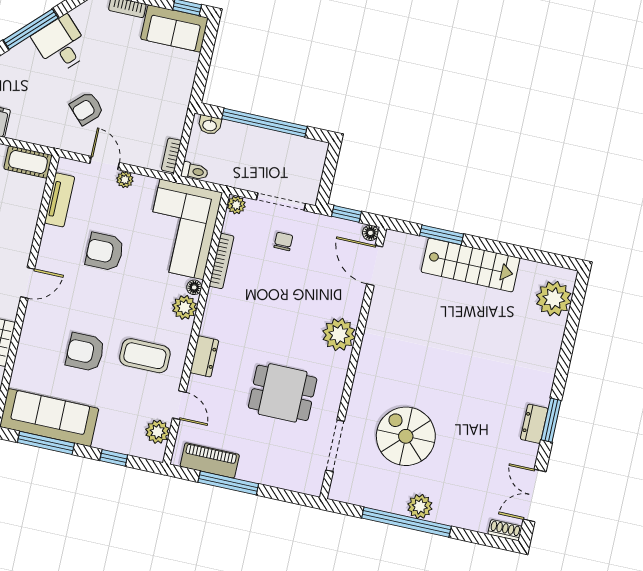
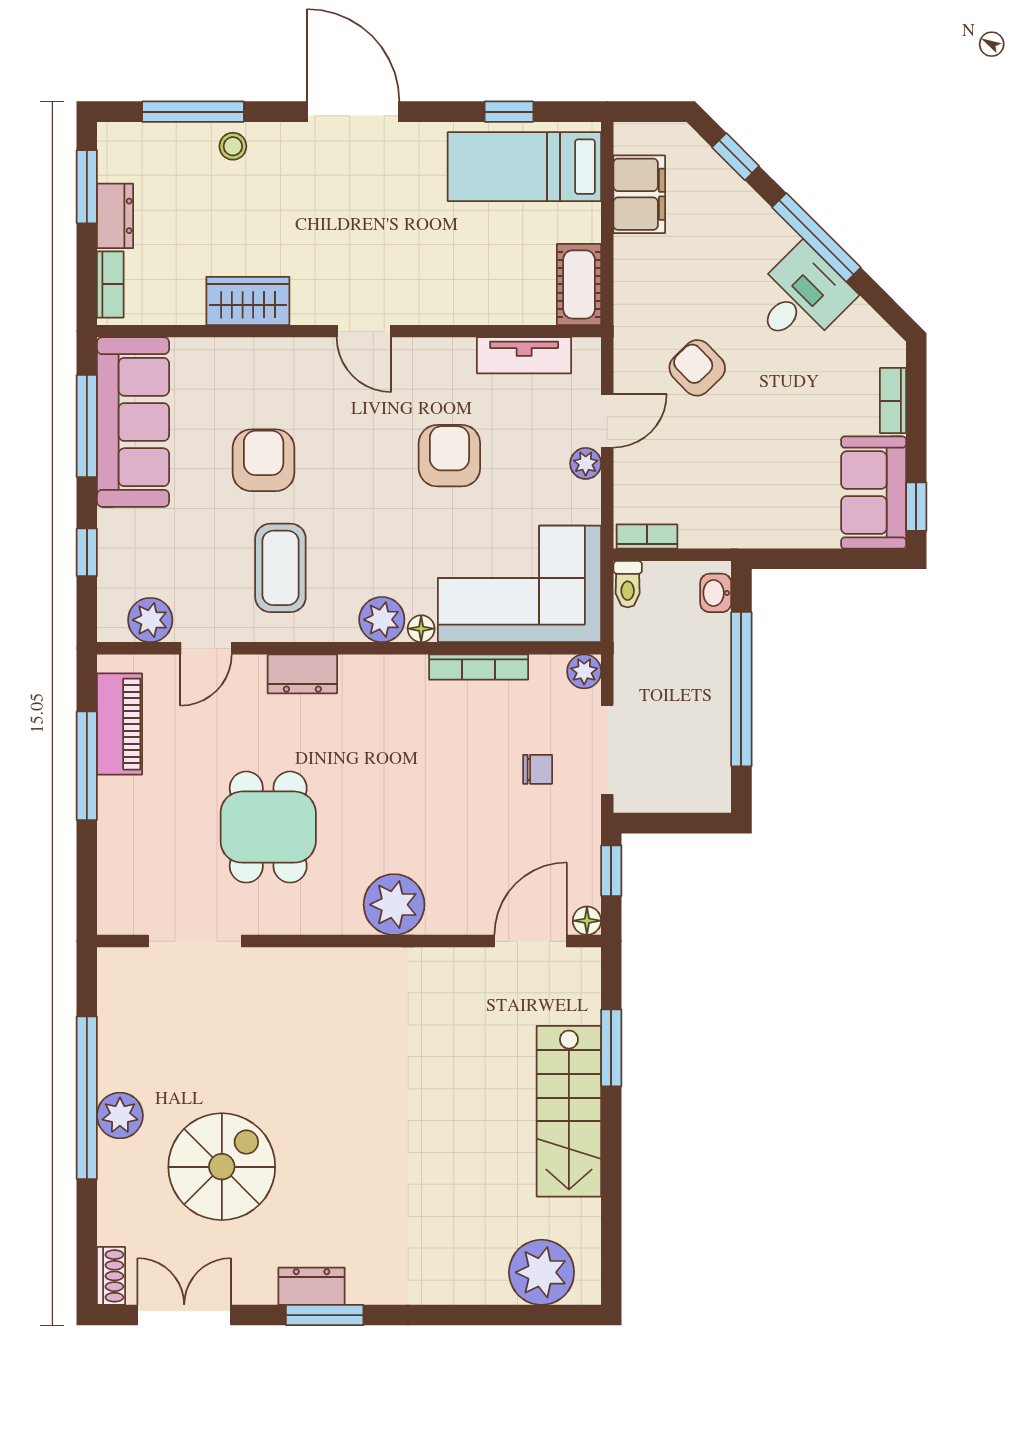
spiral stairs: (406, 436) -> (222, 1167), moved

